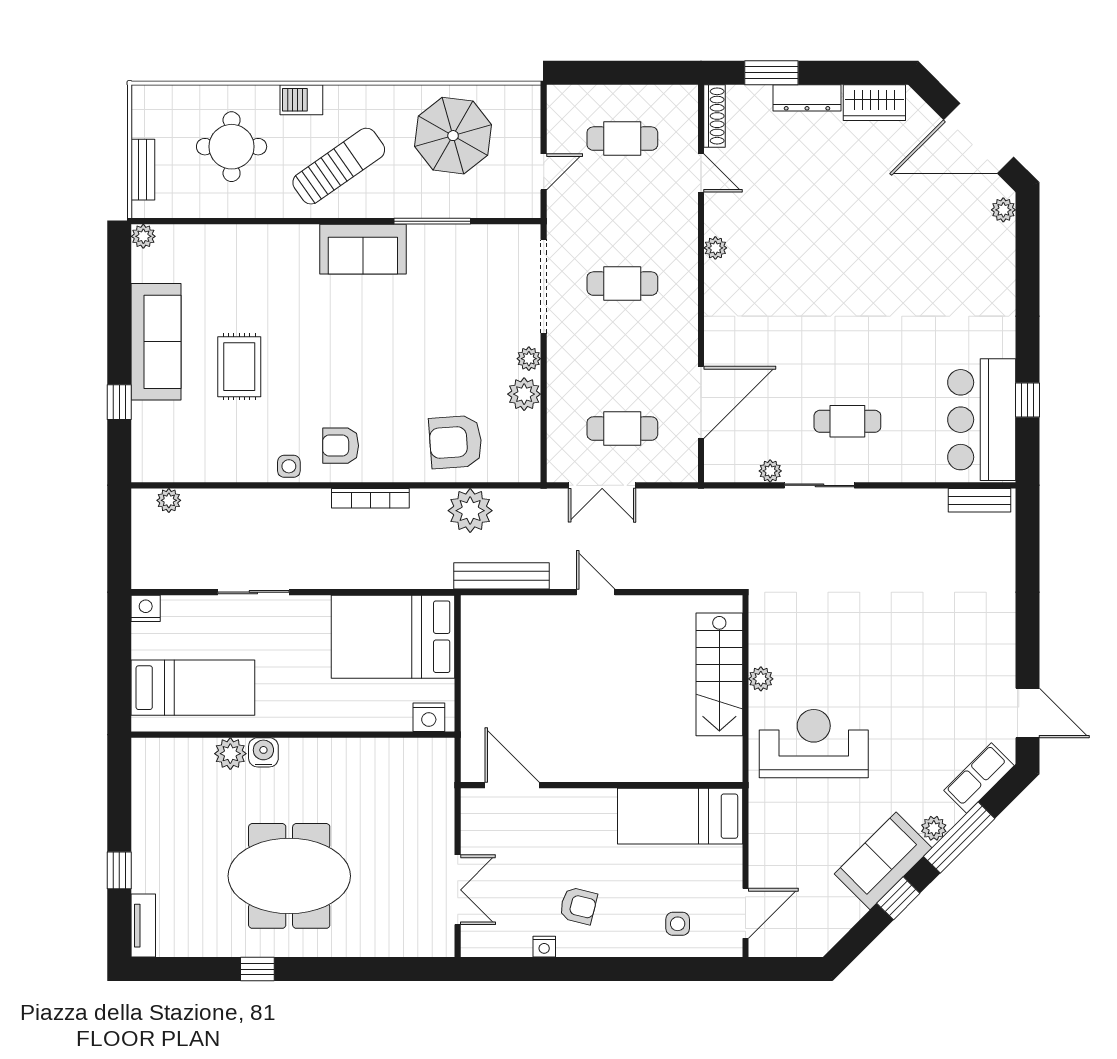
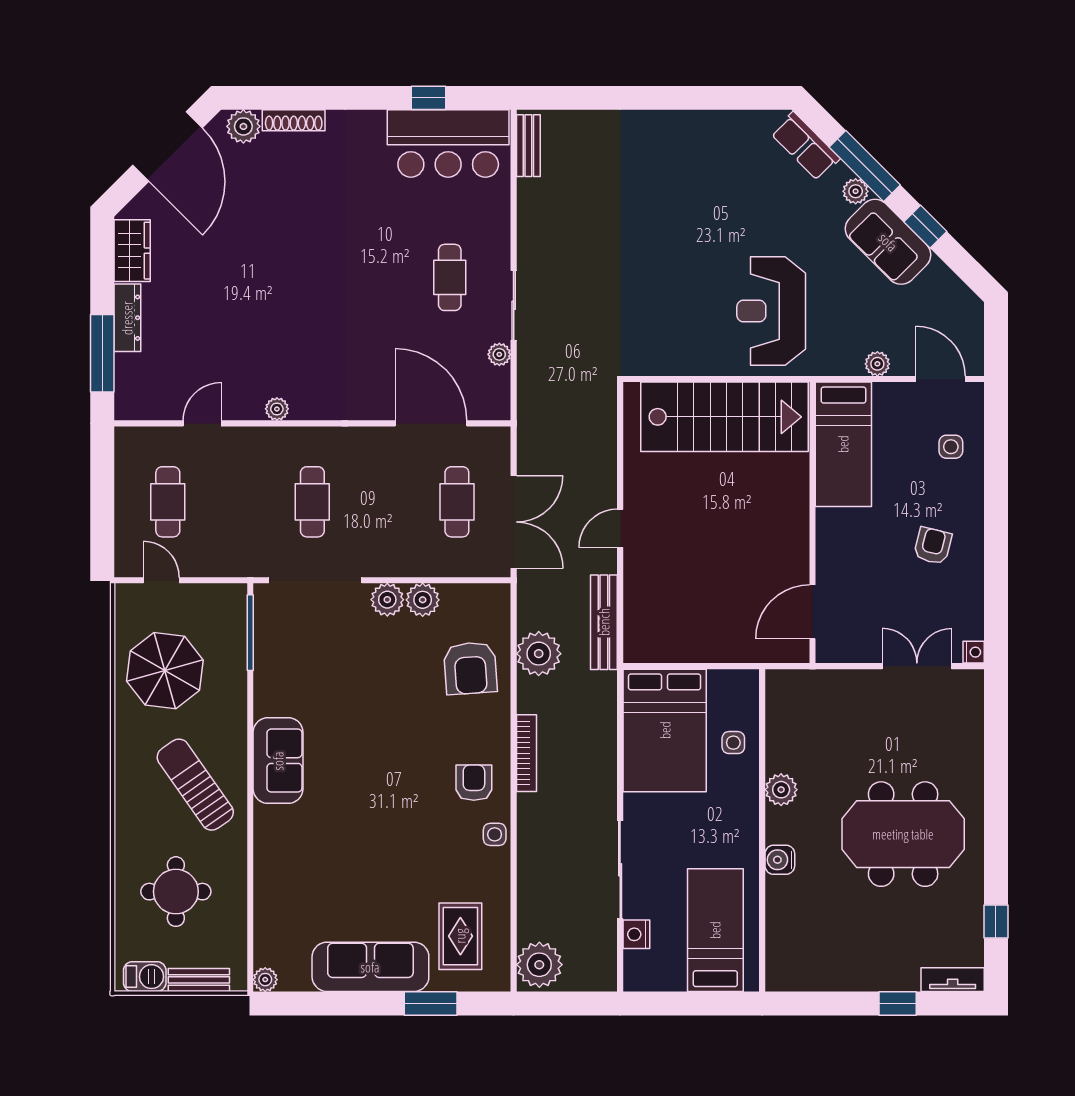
window: (771, 73) -> (102, 353), width x1.44
barbecue: (301, 100) -> (145, 977), moved, turned -90
shoe rack: (715, 116) -> (294, 120), moved, turned 180
door: (544, 172) -> (161, 580), moved
plant: (1003, 210) -> (243, 126), width x1.38, depth x1.38
window: (432, 221) -> (250, 633), moved
plant: (529, 359) -> (387, 600), width x1.38, depth x1.38
rug: (239, 367) -> (460, 936), moved, turned 90
window: (119, 402) -> (431, 1003), width x1.50
armchair: (341, 446) -> (474, 783), turned 180
double door: (602, 485) -> (514, 522), width x1.37
plant: (169, 500) -> (539, 965), width x1.87, depth x1.87
sliding door: (253, 592) -> (620, 870), width x1.37
nightstand: (146, 608) -> (636, 934), moved
stairs: (719, 674) -> (724, 417), width x1.36, depth x1.51
plant: (761, 679) -> (877, 364), moved
side table: (381, 706) -> (733, 743), added
door: (1027, 713) -> (741, 98), removed
nightstand: (429, 717) -> (745, 695), removed
plant: (230, 754) -> (781, 790), moved
meeting table: (289, 876) -> (903, 834), turned 90
nightstand: (544, 947) -> (974, 652), moved
window: (257, 969) -> (996, 921), moved

